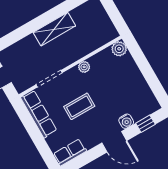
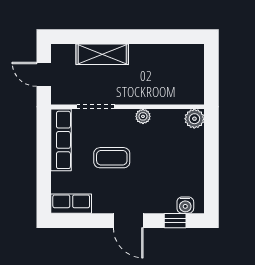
shelving: (54, 29) -> (102, 54), moved
water cooler: (126, 121) -> (185, 205), moved

